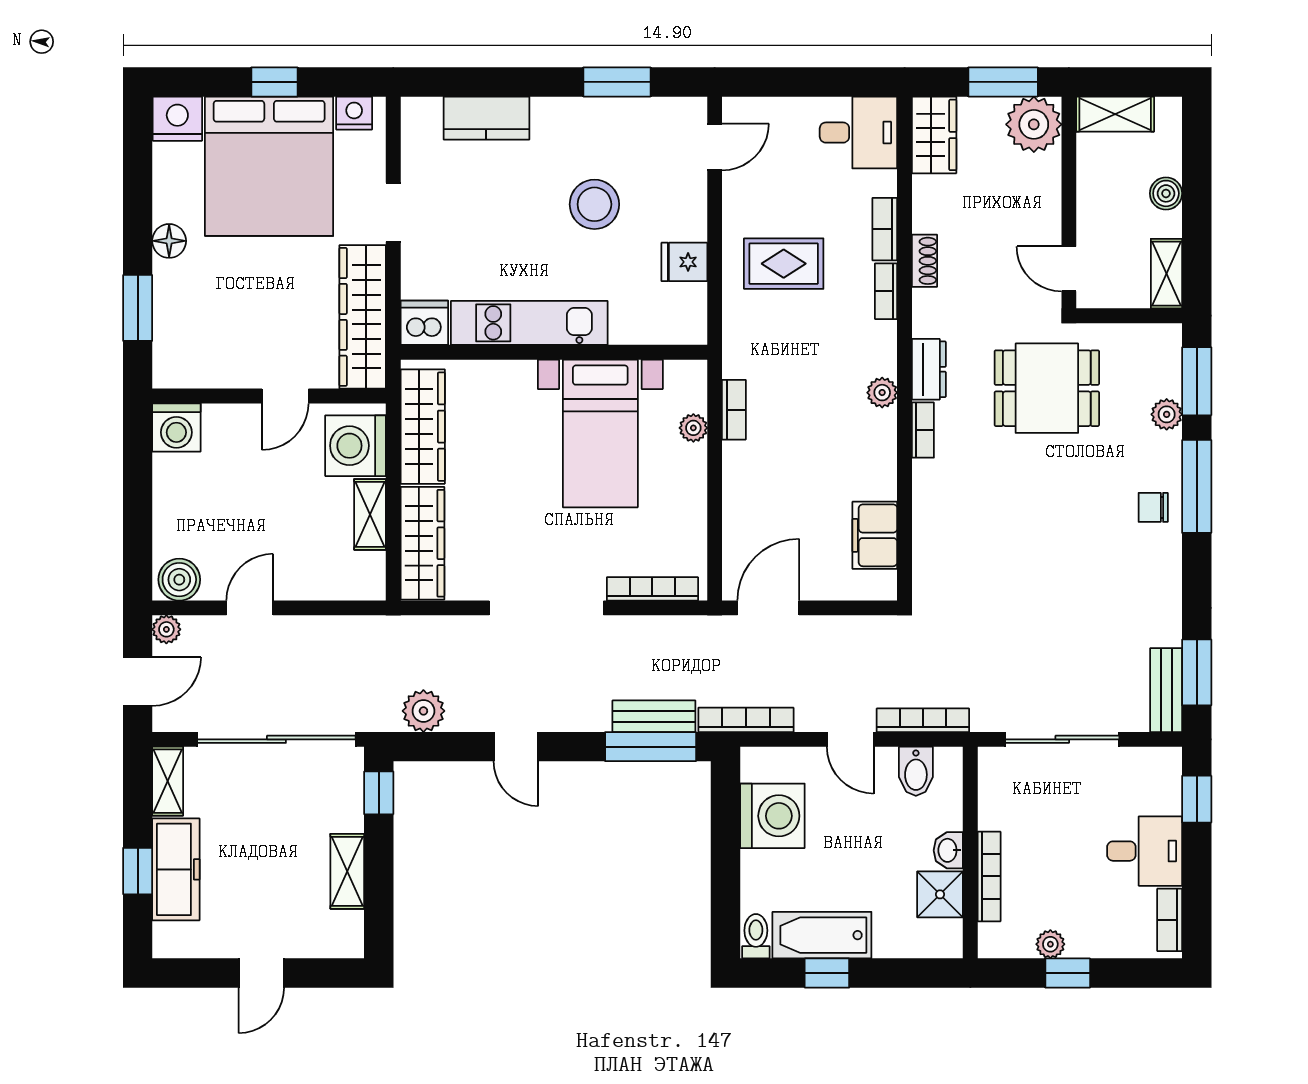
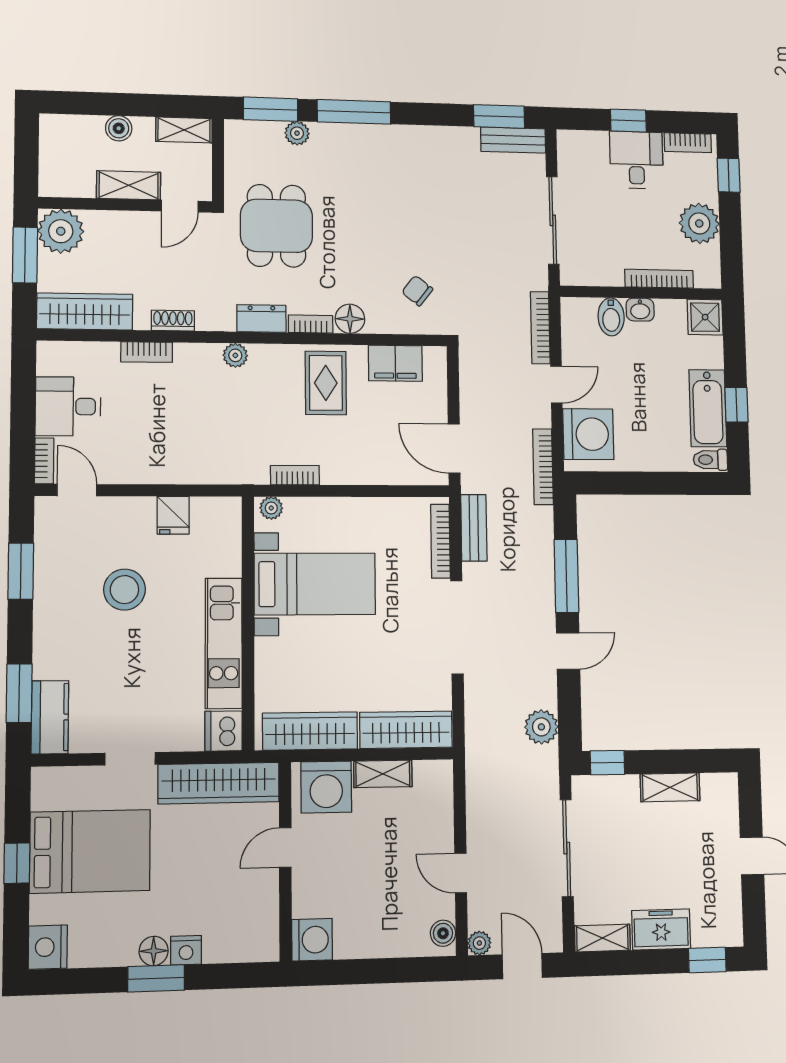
window: (472, 82) -> (19, 693), added
nightstand: (354, 113) -> (186, 950), moved, turned -90
shelving: (1115, 114) -> (129, 185), moved, turned 90
kitchen counter: (486, 118) -> (50, 717), moved
desk: (858, 133) -> (68, 406), moved, turned -90
wardrobe: (934, 135) -> (85, 311), width x1.50
bed: (269, 166) -> (90, 851), width x0.73
rug: (784, 264) -> (326, 383), moved
bookcase: (886, 291) -> (44, 461), moved, turned -90
window: (138, 308) -> (156, 978), moved
plant: (882, 393) -> (235, 355), moved
door: (285, 396) -> (285, 847), swing flipped
plant: (693, 428) -> (271, 508), moved
floor lamp: (930, 479) -> (350, 319), added
chair: (1153, 507) -> (417, 291), moved, turned 128
boiler: (179, 580) -> (443, 933), width x0.73, depth x0.73
bench: (654, 716) -> (474, 528), moved
sliding door: (276, 739) -> (567, 848), width x0.73
window: (651, 747) -> (566, 576), moved
bidet: (916, 771) -> (611, 317), moved, turned 90
window: (1197, 799) -> (628, 121), moved
washing machine: (772, 816) -> (588, 434), moved, turned 90
freezer: (176, 869) -> (661, 929), width x0.71
window: (138, 871) -> (707, 960), moved
shower: (940, 894) -> (705, 317), moved
plant: (1050, 944) -> (699, 223), width x1.88, depth x1.88
window: (1068, 973) -> (729, 175), moved

